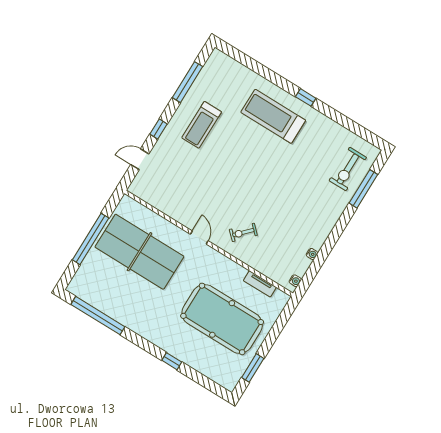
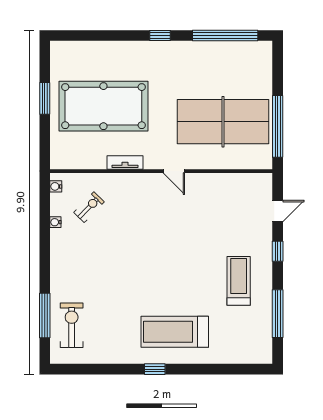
treadmill: (273, 116) -> (175, 332), turned 180
exercise bike: (243, 232) -> (89, 207), moved
window: (91, 239) -> (278, 126), moved
tv unit: (260, 284) -> (125, 162), moved
window: (172, 361) -> (160, 35), moved
window: (253, 368) -> (45, 98), moved

